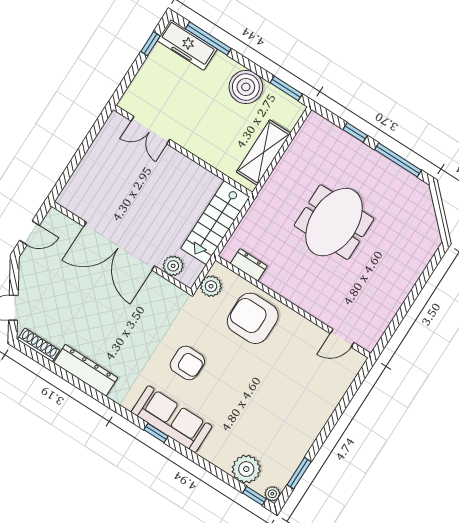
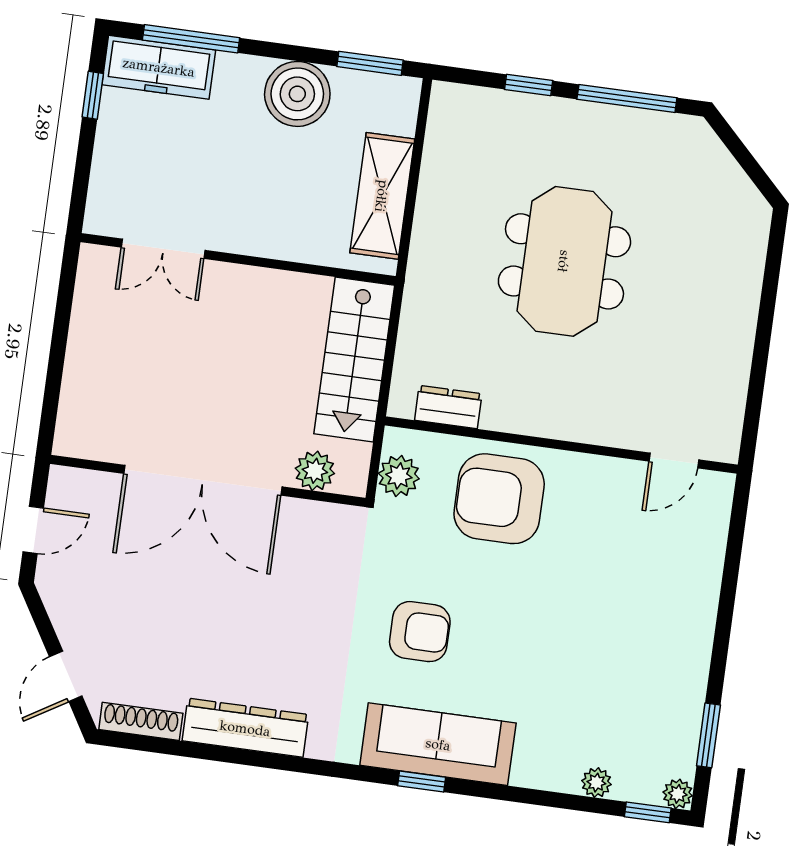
plant: (246, 469) -> (596, 783), width x0.53, depth x0.53

